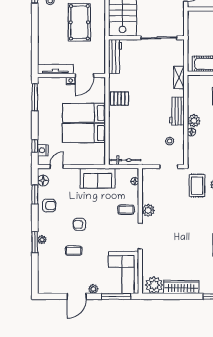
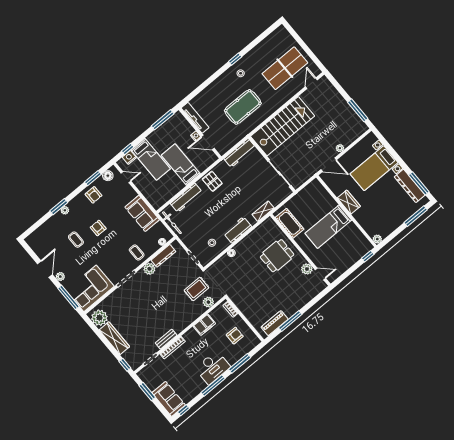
plant: (194, 121) -> (241, 248), removed
workbench: (115, 131) -> (186, 198), added
bed: (84, 133) -> (151, 159), moved, turned 180
dresser: (147, 190) -> (163, 256), added
door: (77, 296) -> (45, 269), swing flipped

